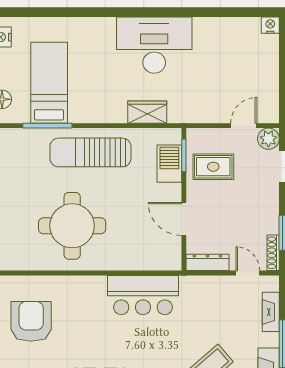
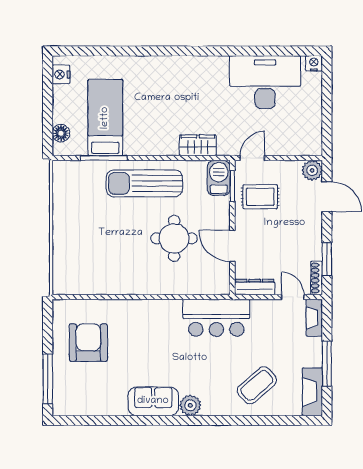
desk: (154, 45) -> (265, 82), moved
door: (244, 126) -> (252, 158), moved
barbecue: (169, 164) -> (219, 178), moved
round table: (72, 226) -> (174, 238), moved, width x0.73, depth x0.73
bar counter: (143, 295) -> (216, 318), moved
fireplace: (271, 312) -> (314, 318), moved

